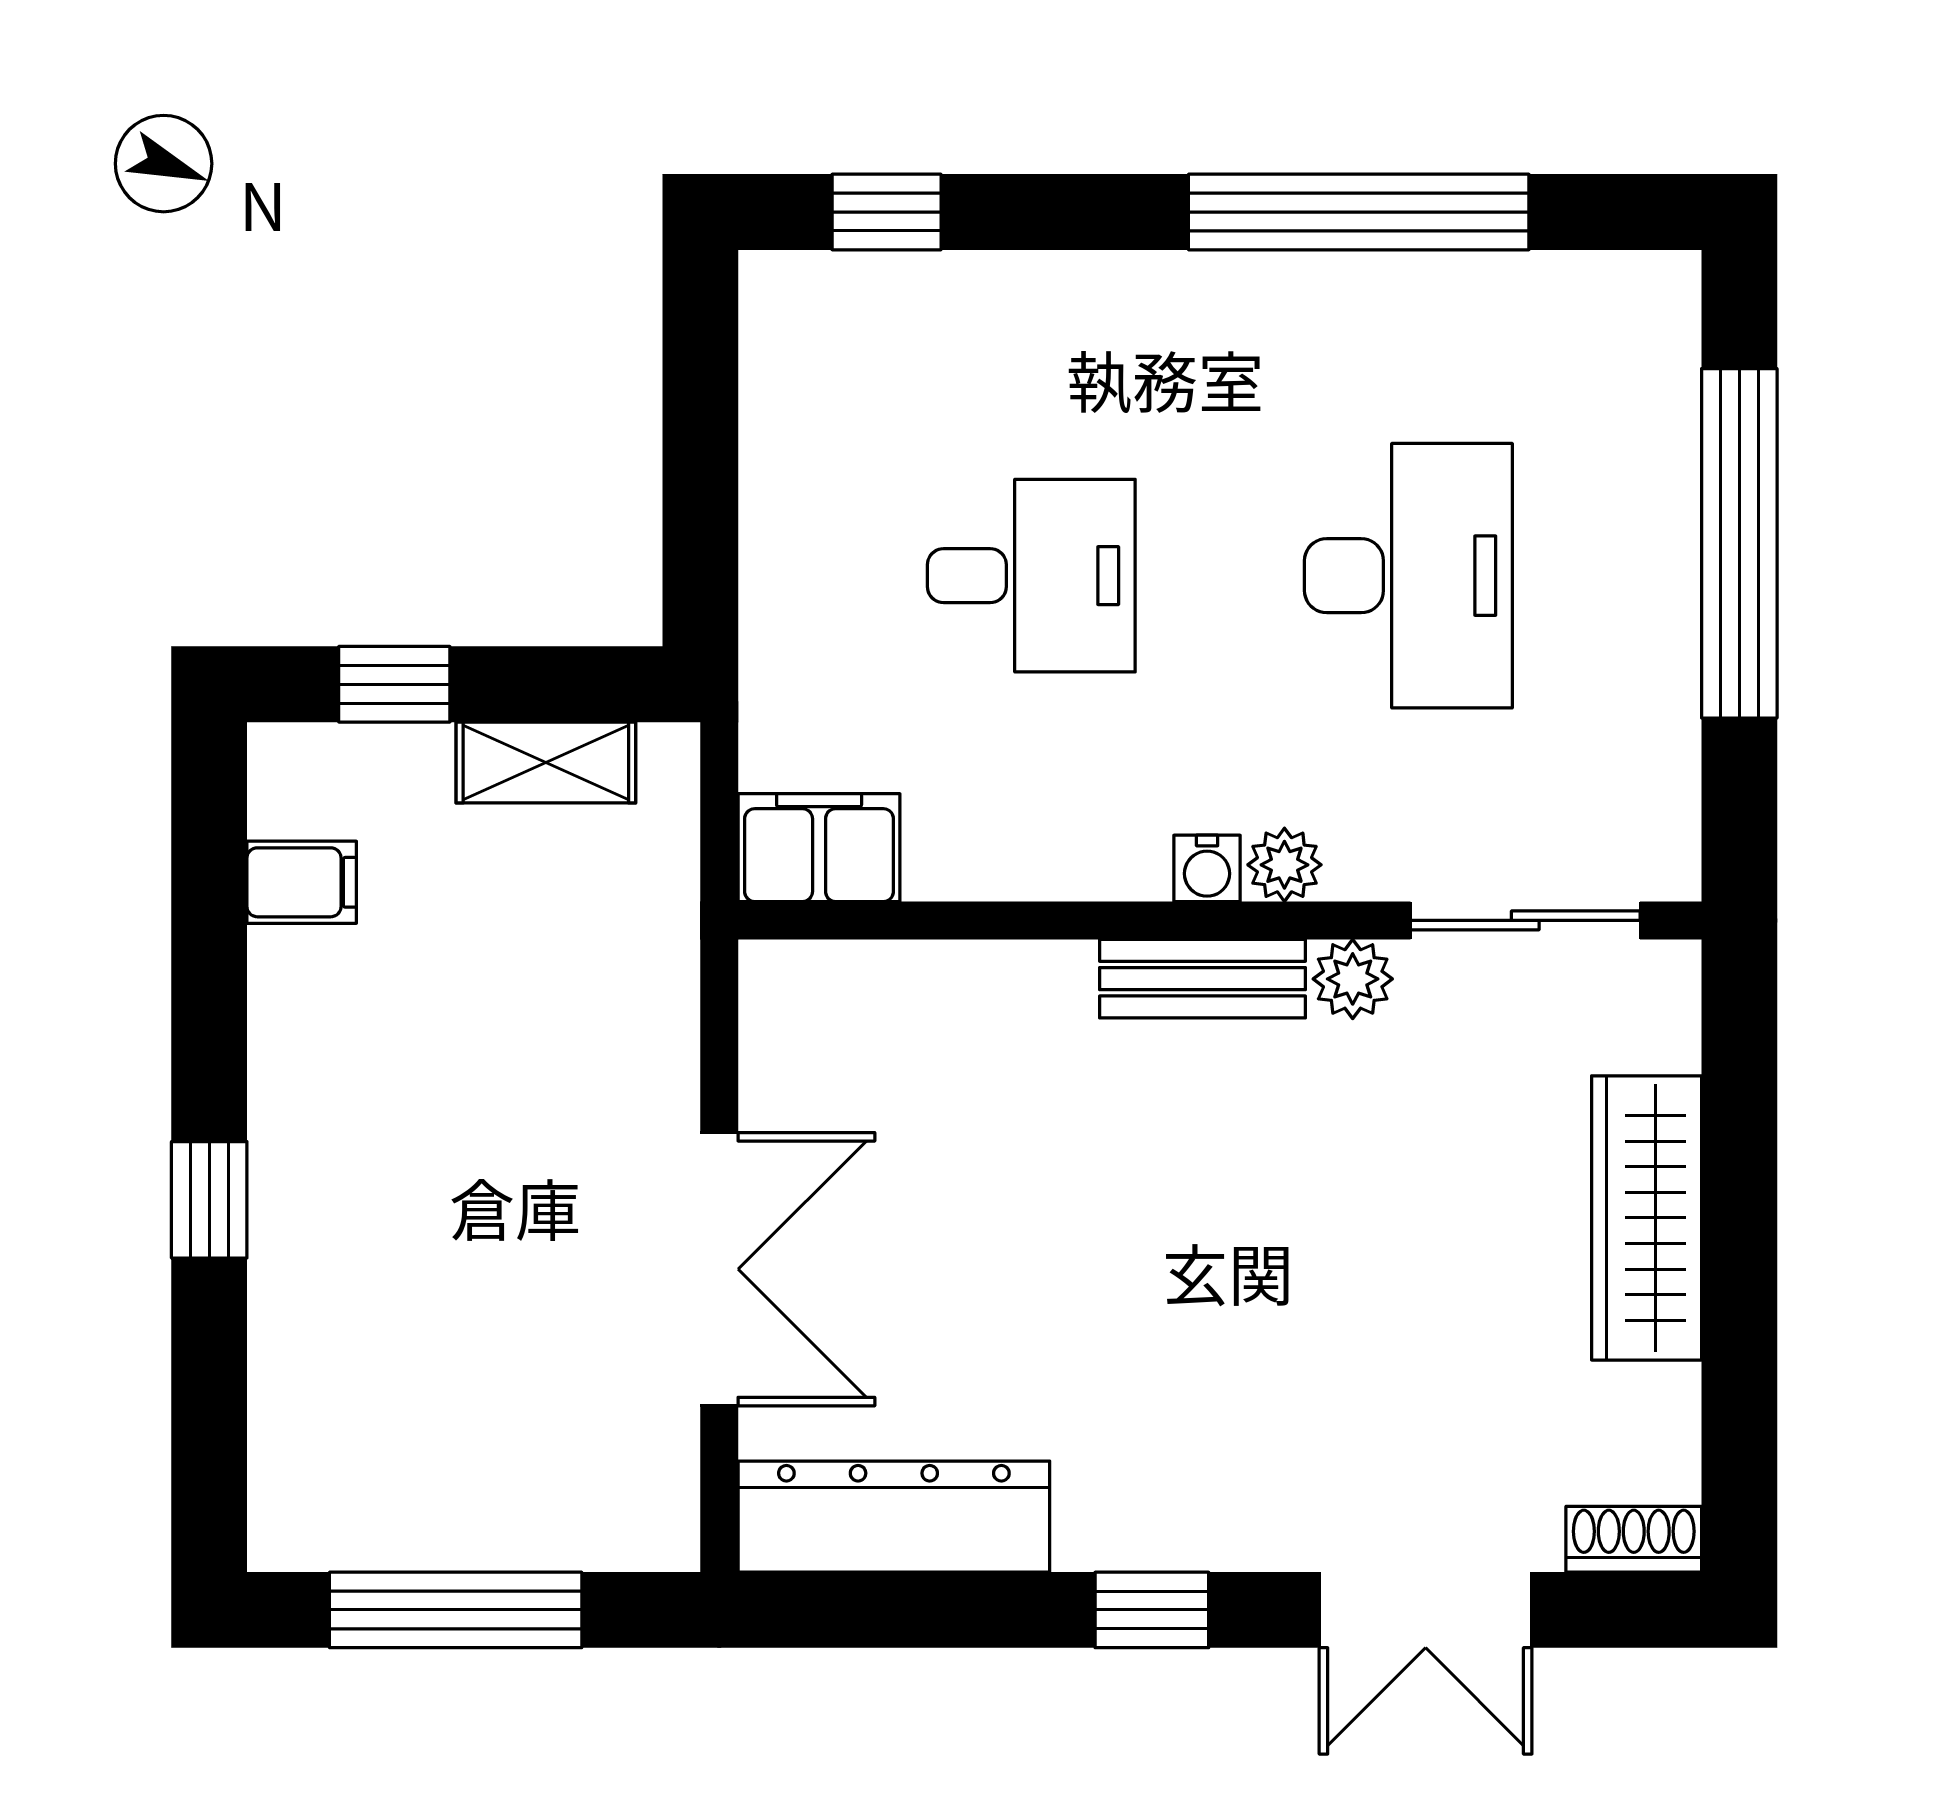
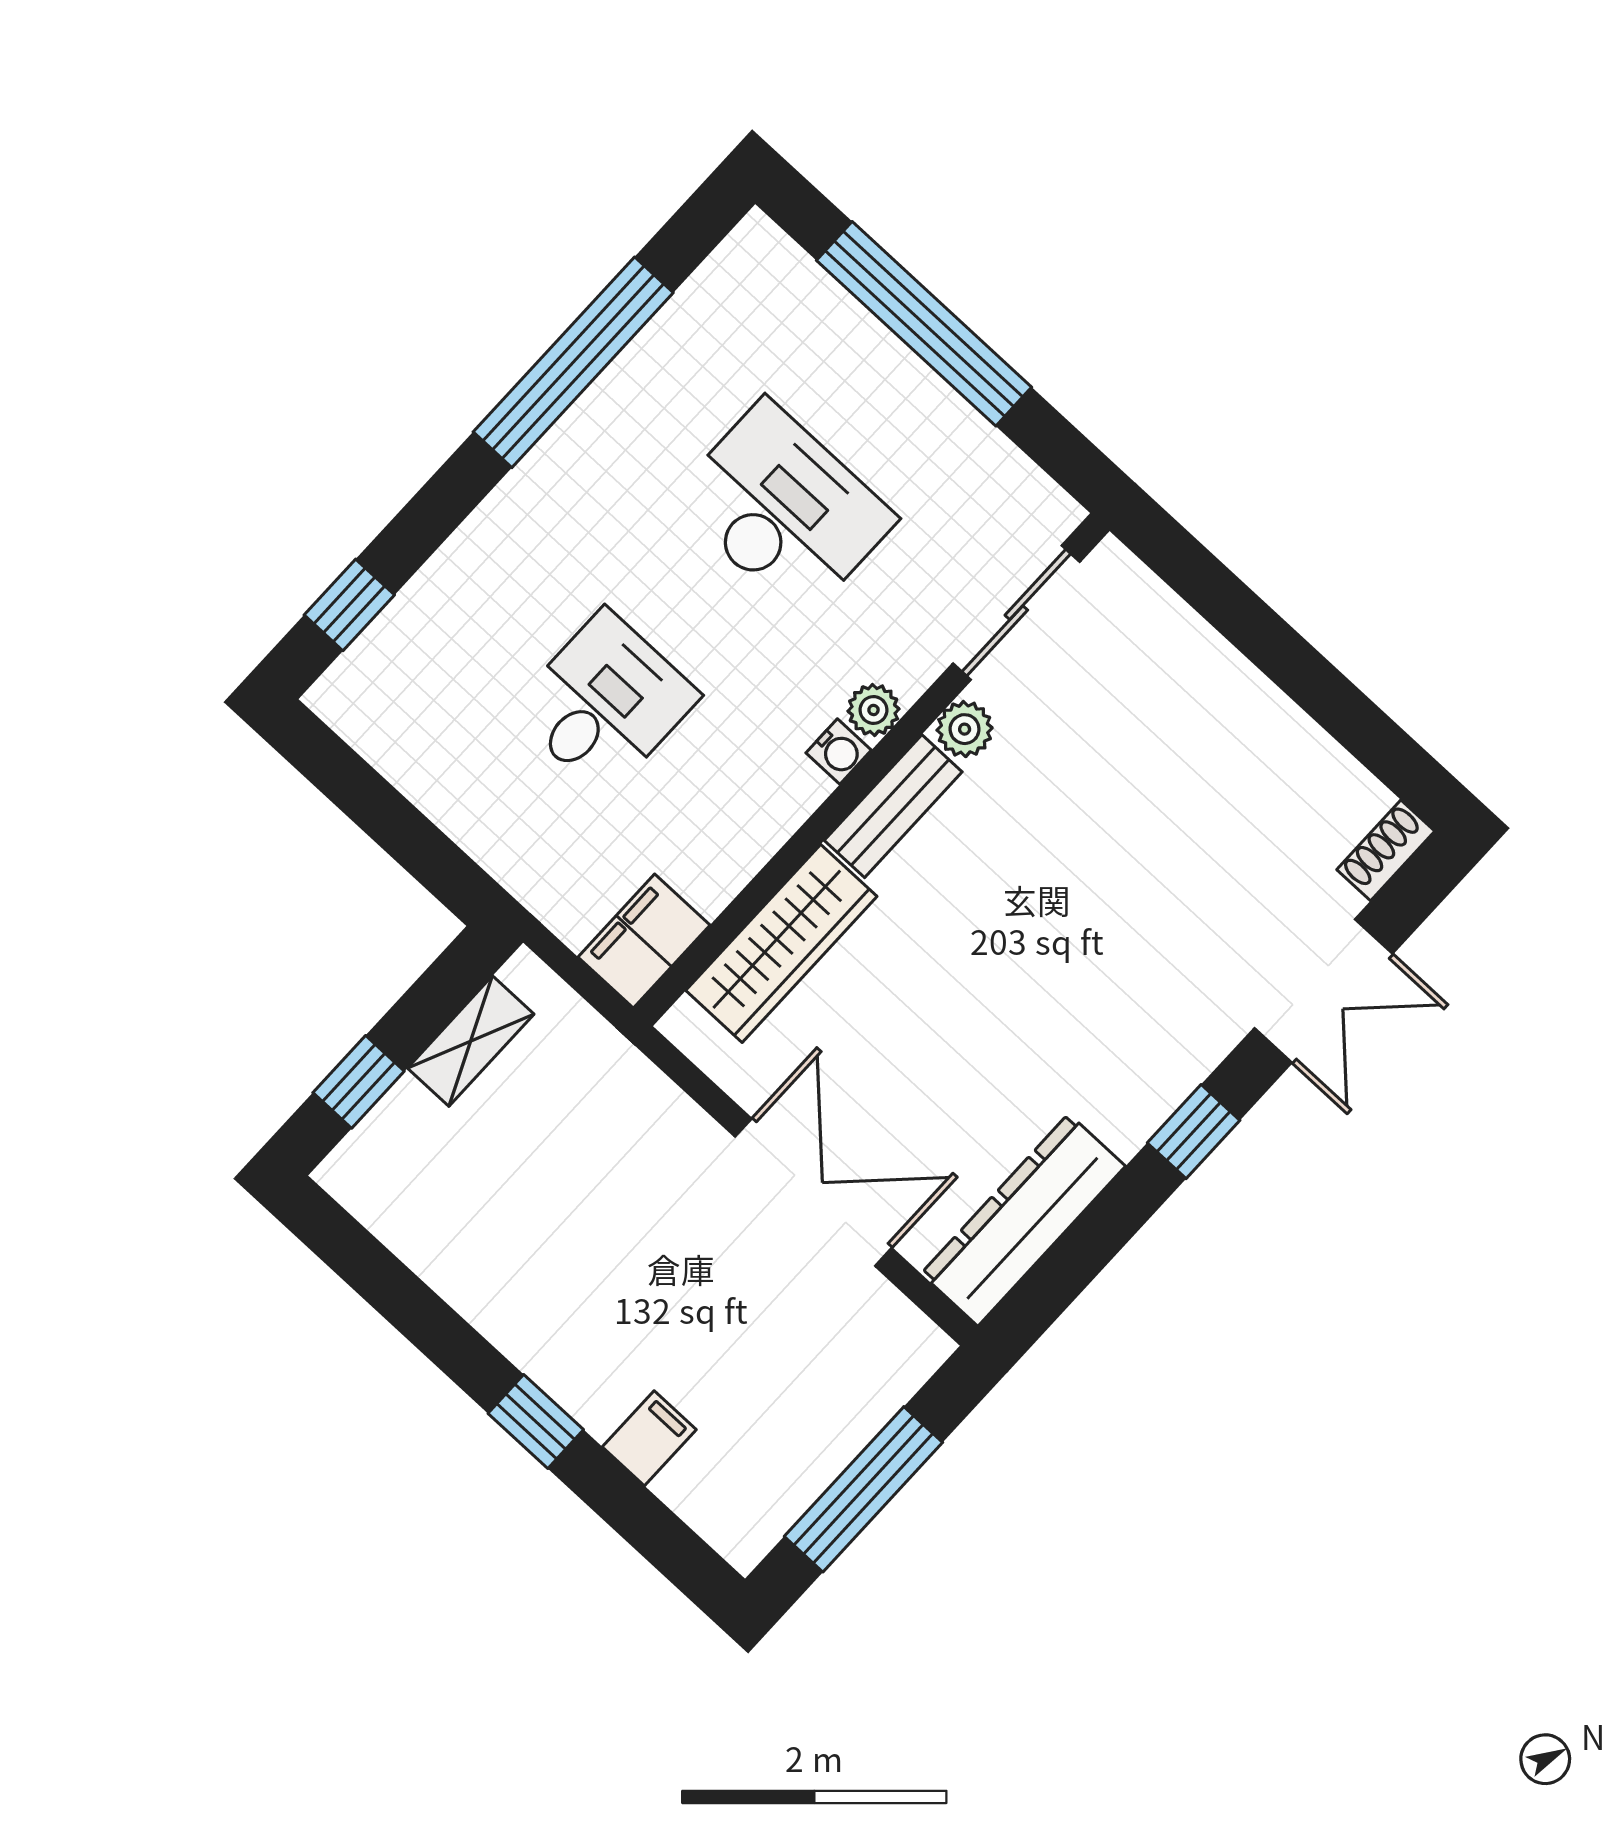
filing cabinet: (302, 882) -> (649, 1438), moved
wardrobe: (1647, 1218) -> (781, 943), moved, turned -90

